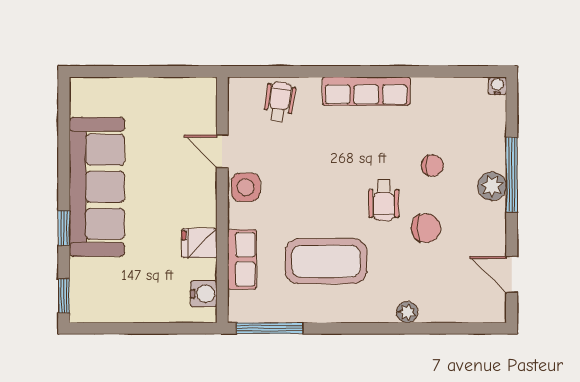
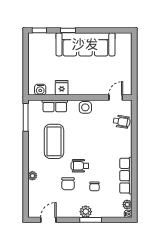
plant: (475, 88) -> (127, 205), added
row of seats: (366, 91) -> (126, 176), moved
door: (222, 151) -> (116, 97), moved
window: (512, 175) -> (91, 220), width x0.69

